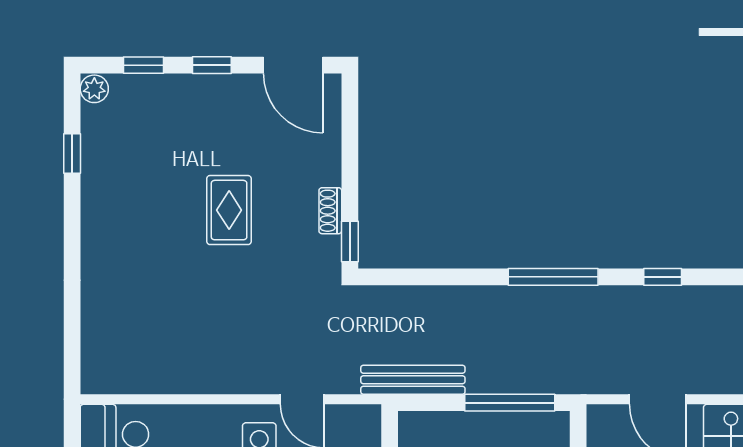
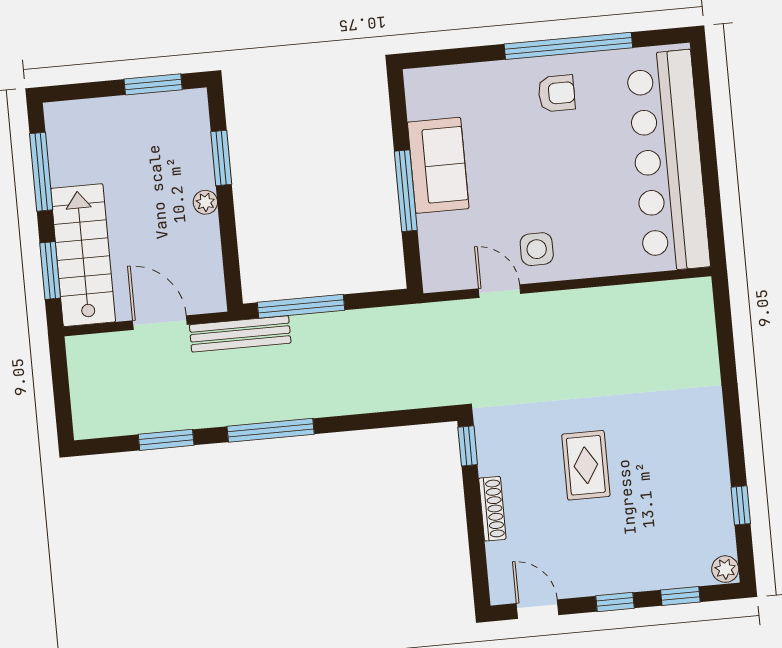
door: (293, 65) -> (538, 609), width x0.73
shoe rack: (330, 211) -> (492, 509), moved, width x1.43
window: (663, 277) -> (166, 440), width x1.50
bench: (413, 380) -> (240, 334), moved

